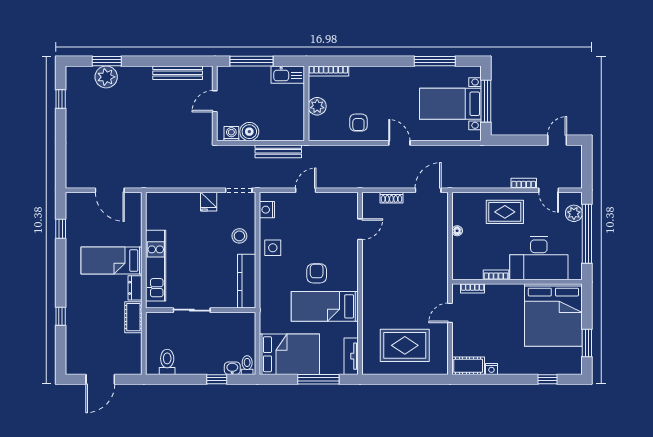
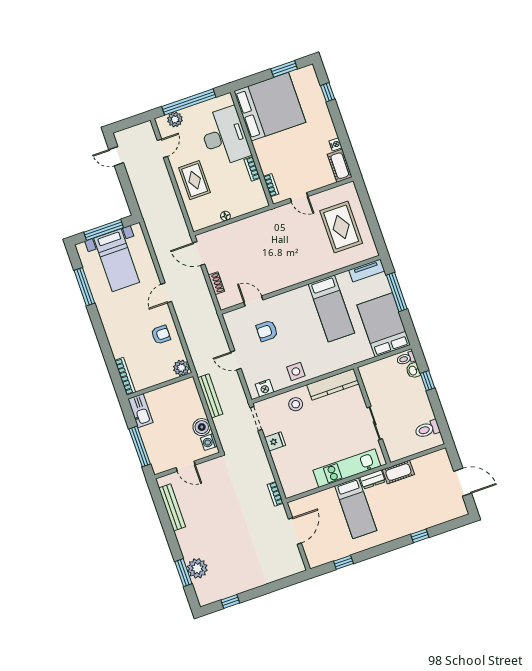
plant: (317, 106) -> (181, 368), moved
bookcase: (524, 183) -> (275, 494), moved
armchair: (317, 273) -> (267, 331), moved

